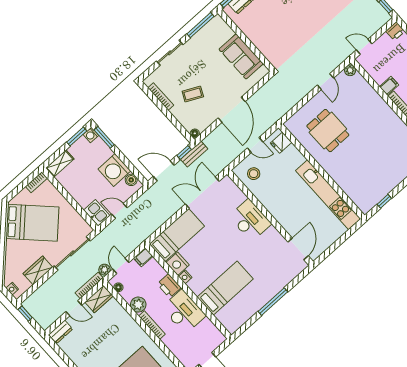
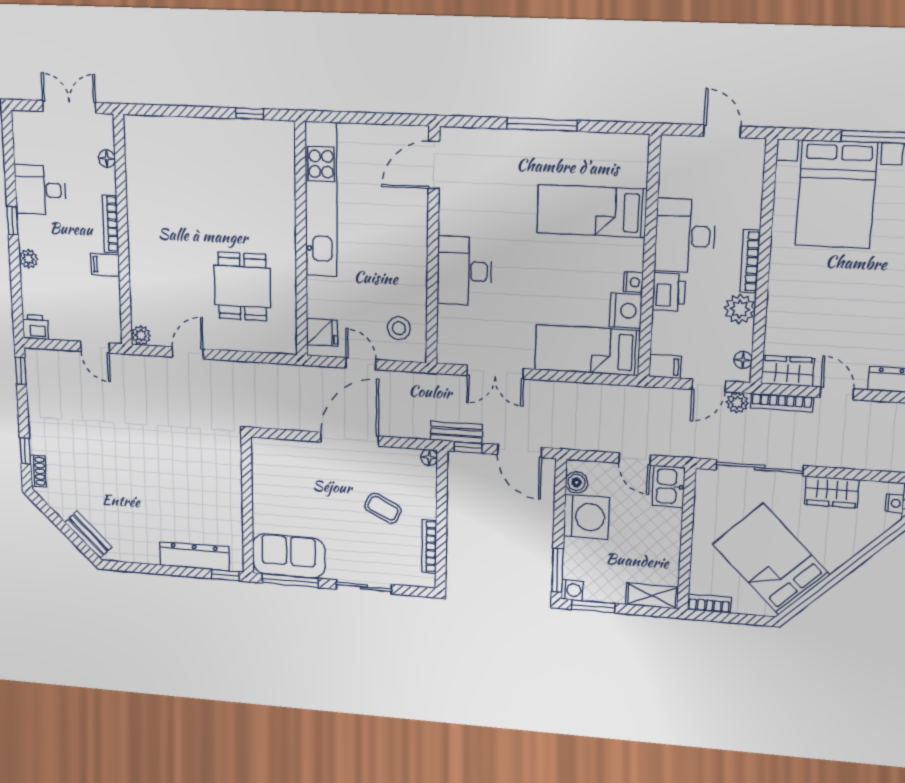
sofa: (241, 56) -> (289, 556), moved, turned -90
double door: (202, 193) -> (495, 372), width x0.73

